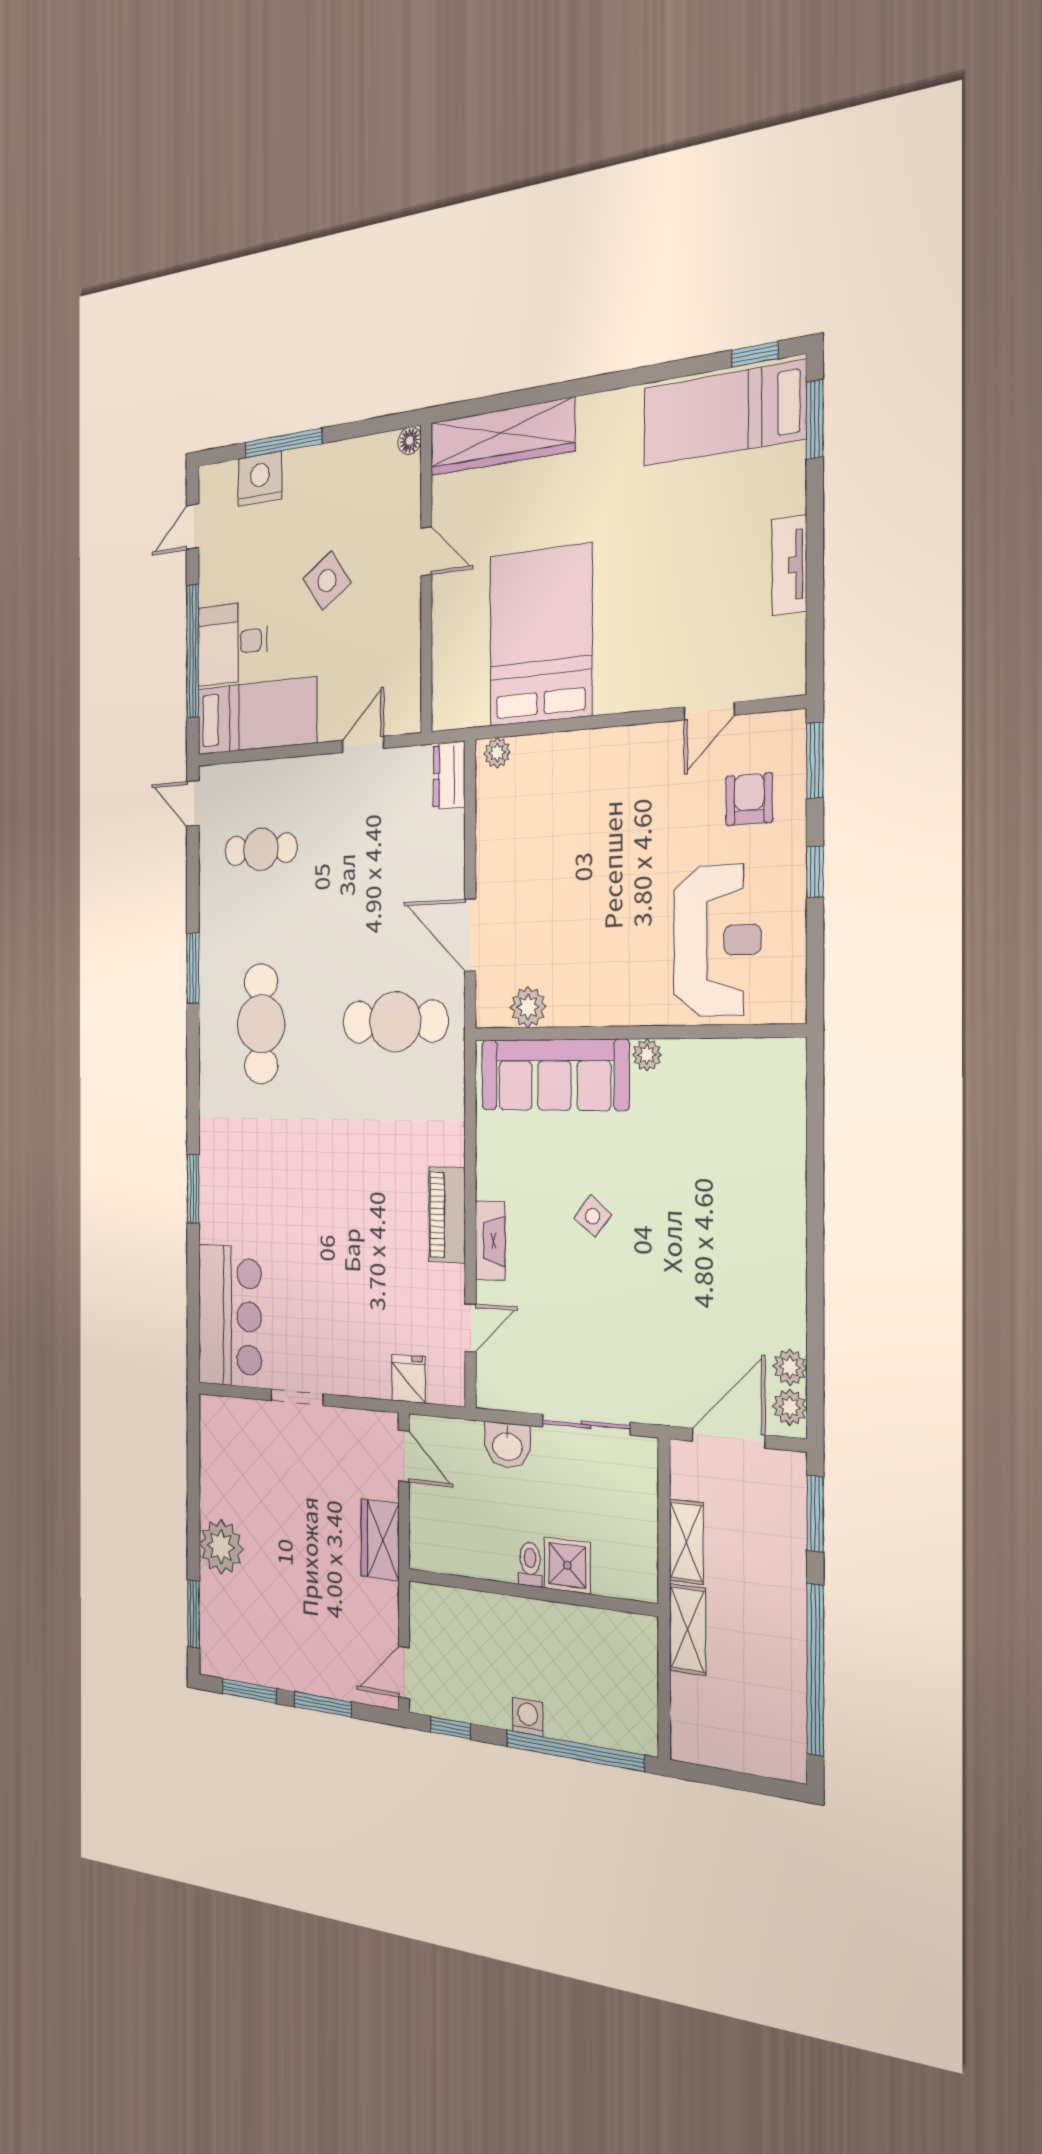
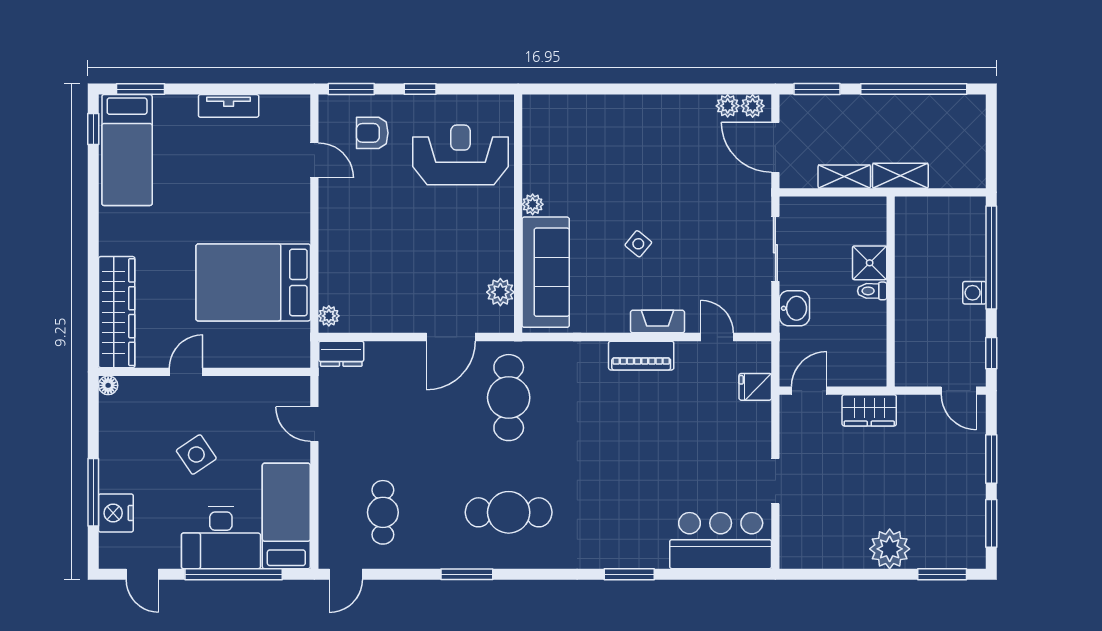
desk: (232, 643) -> (221, 538), width x1.37

